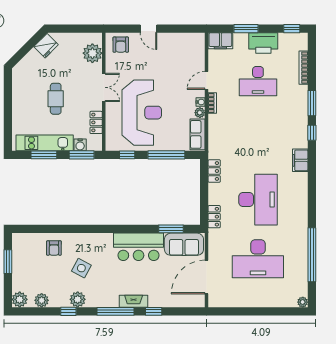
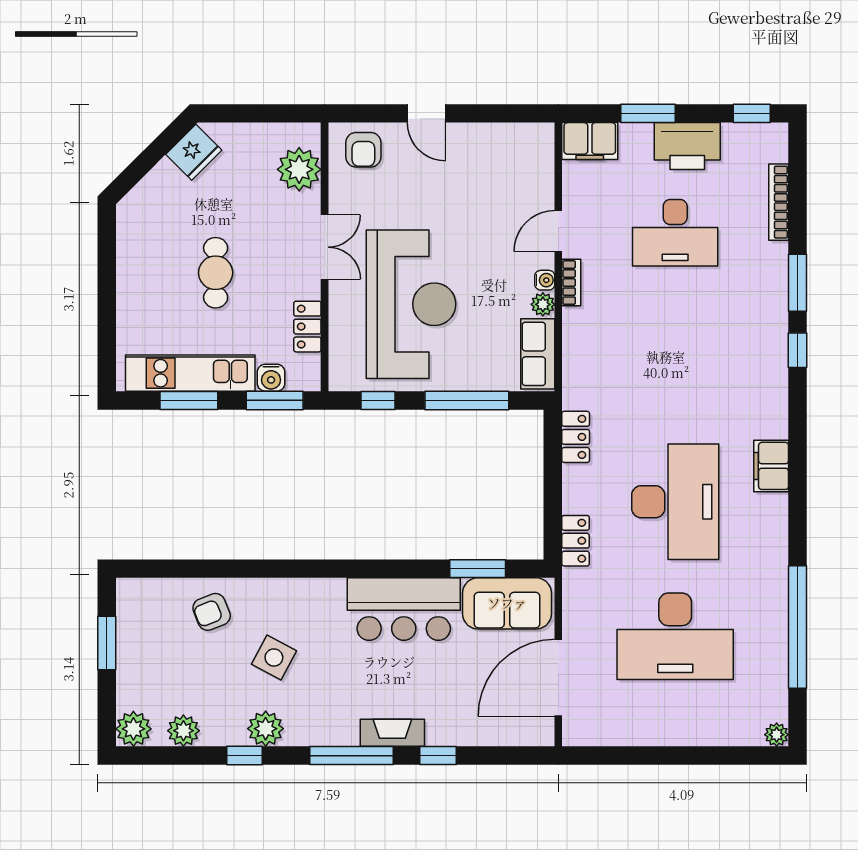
filing cabinet: (300, 160) -> (771, 466), moved
armchair: (54, 248) -> (212, 612), turned 68

